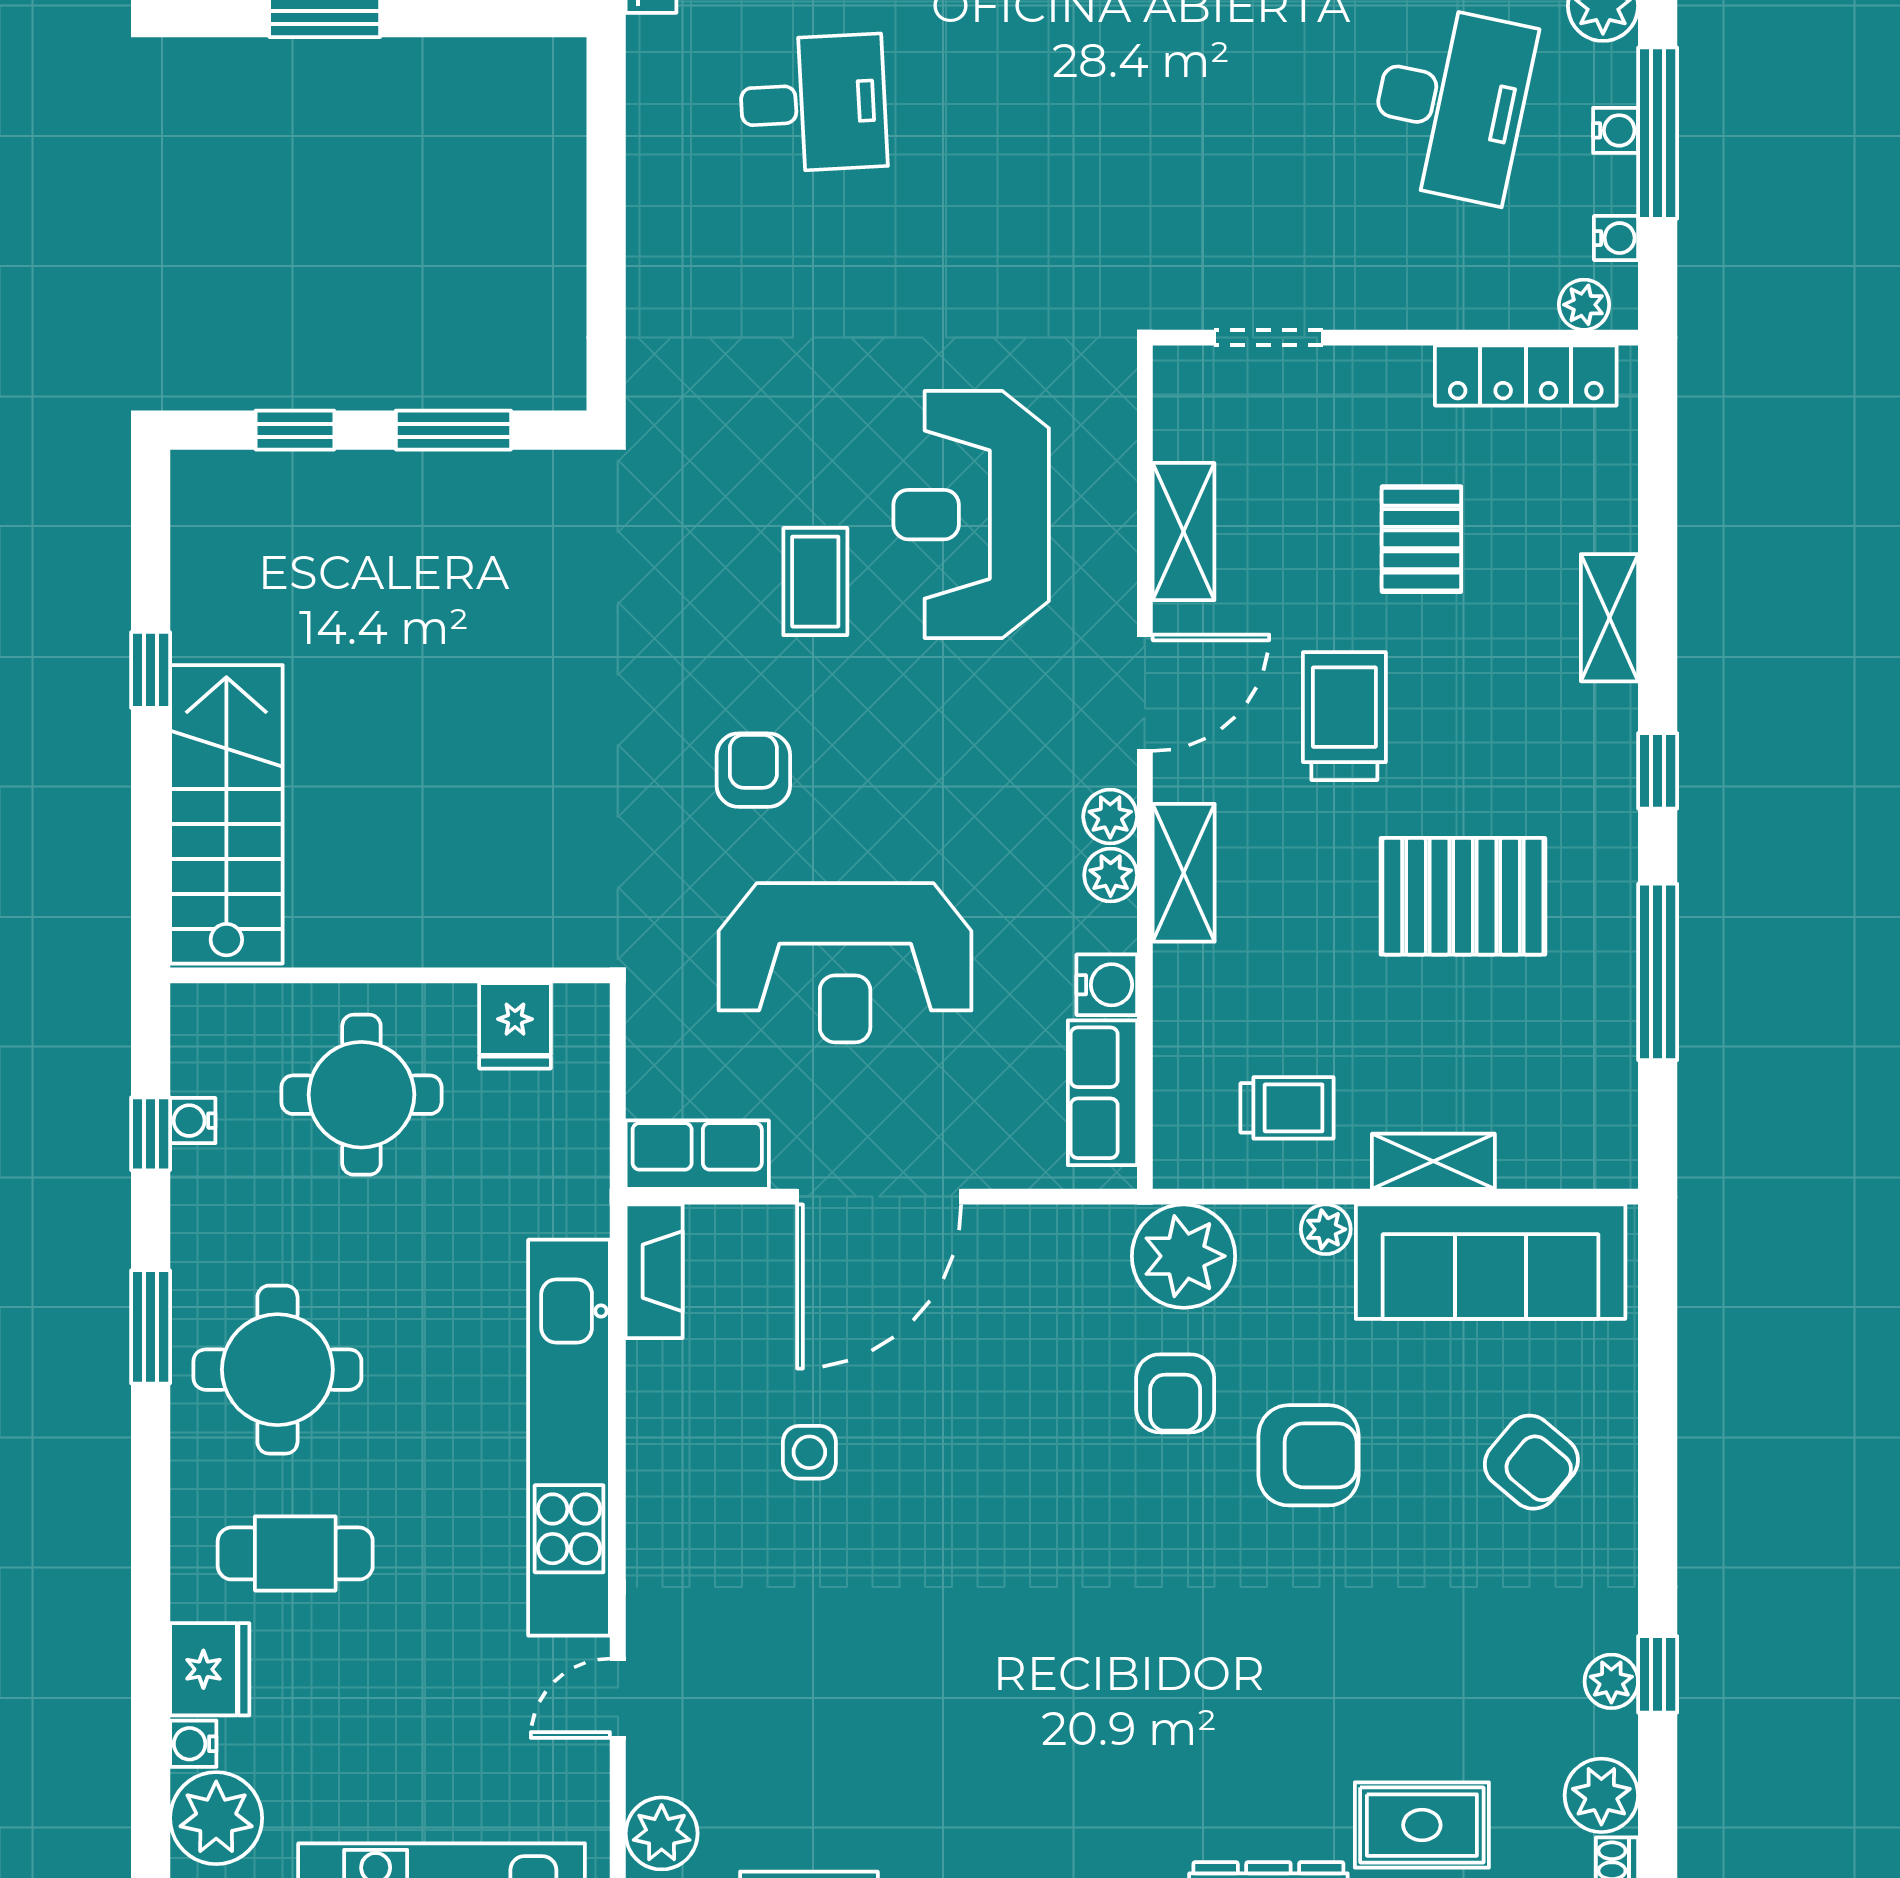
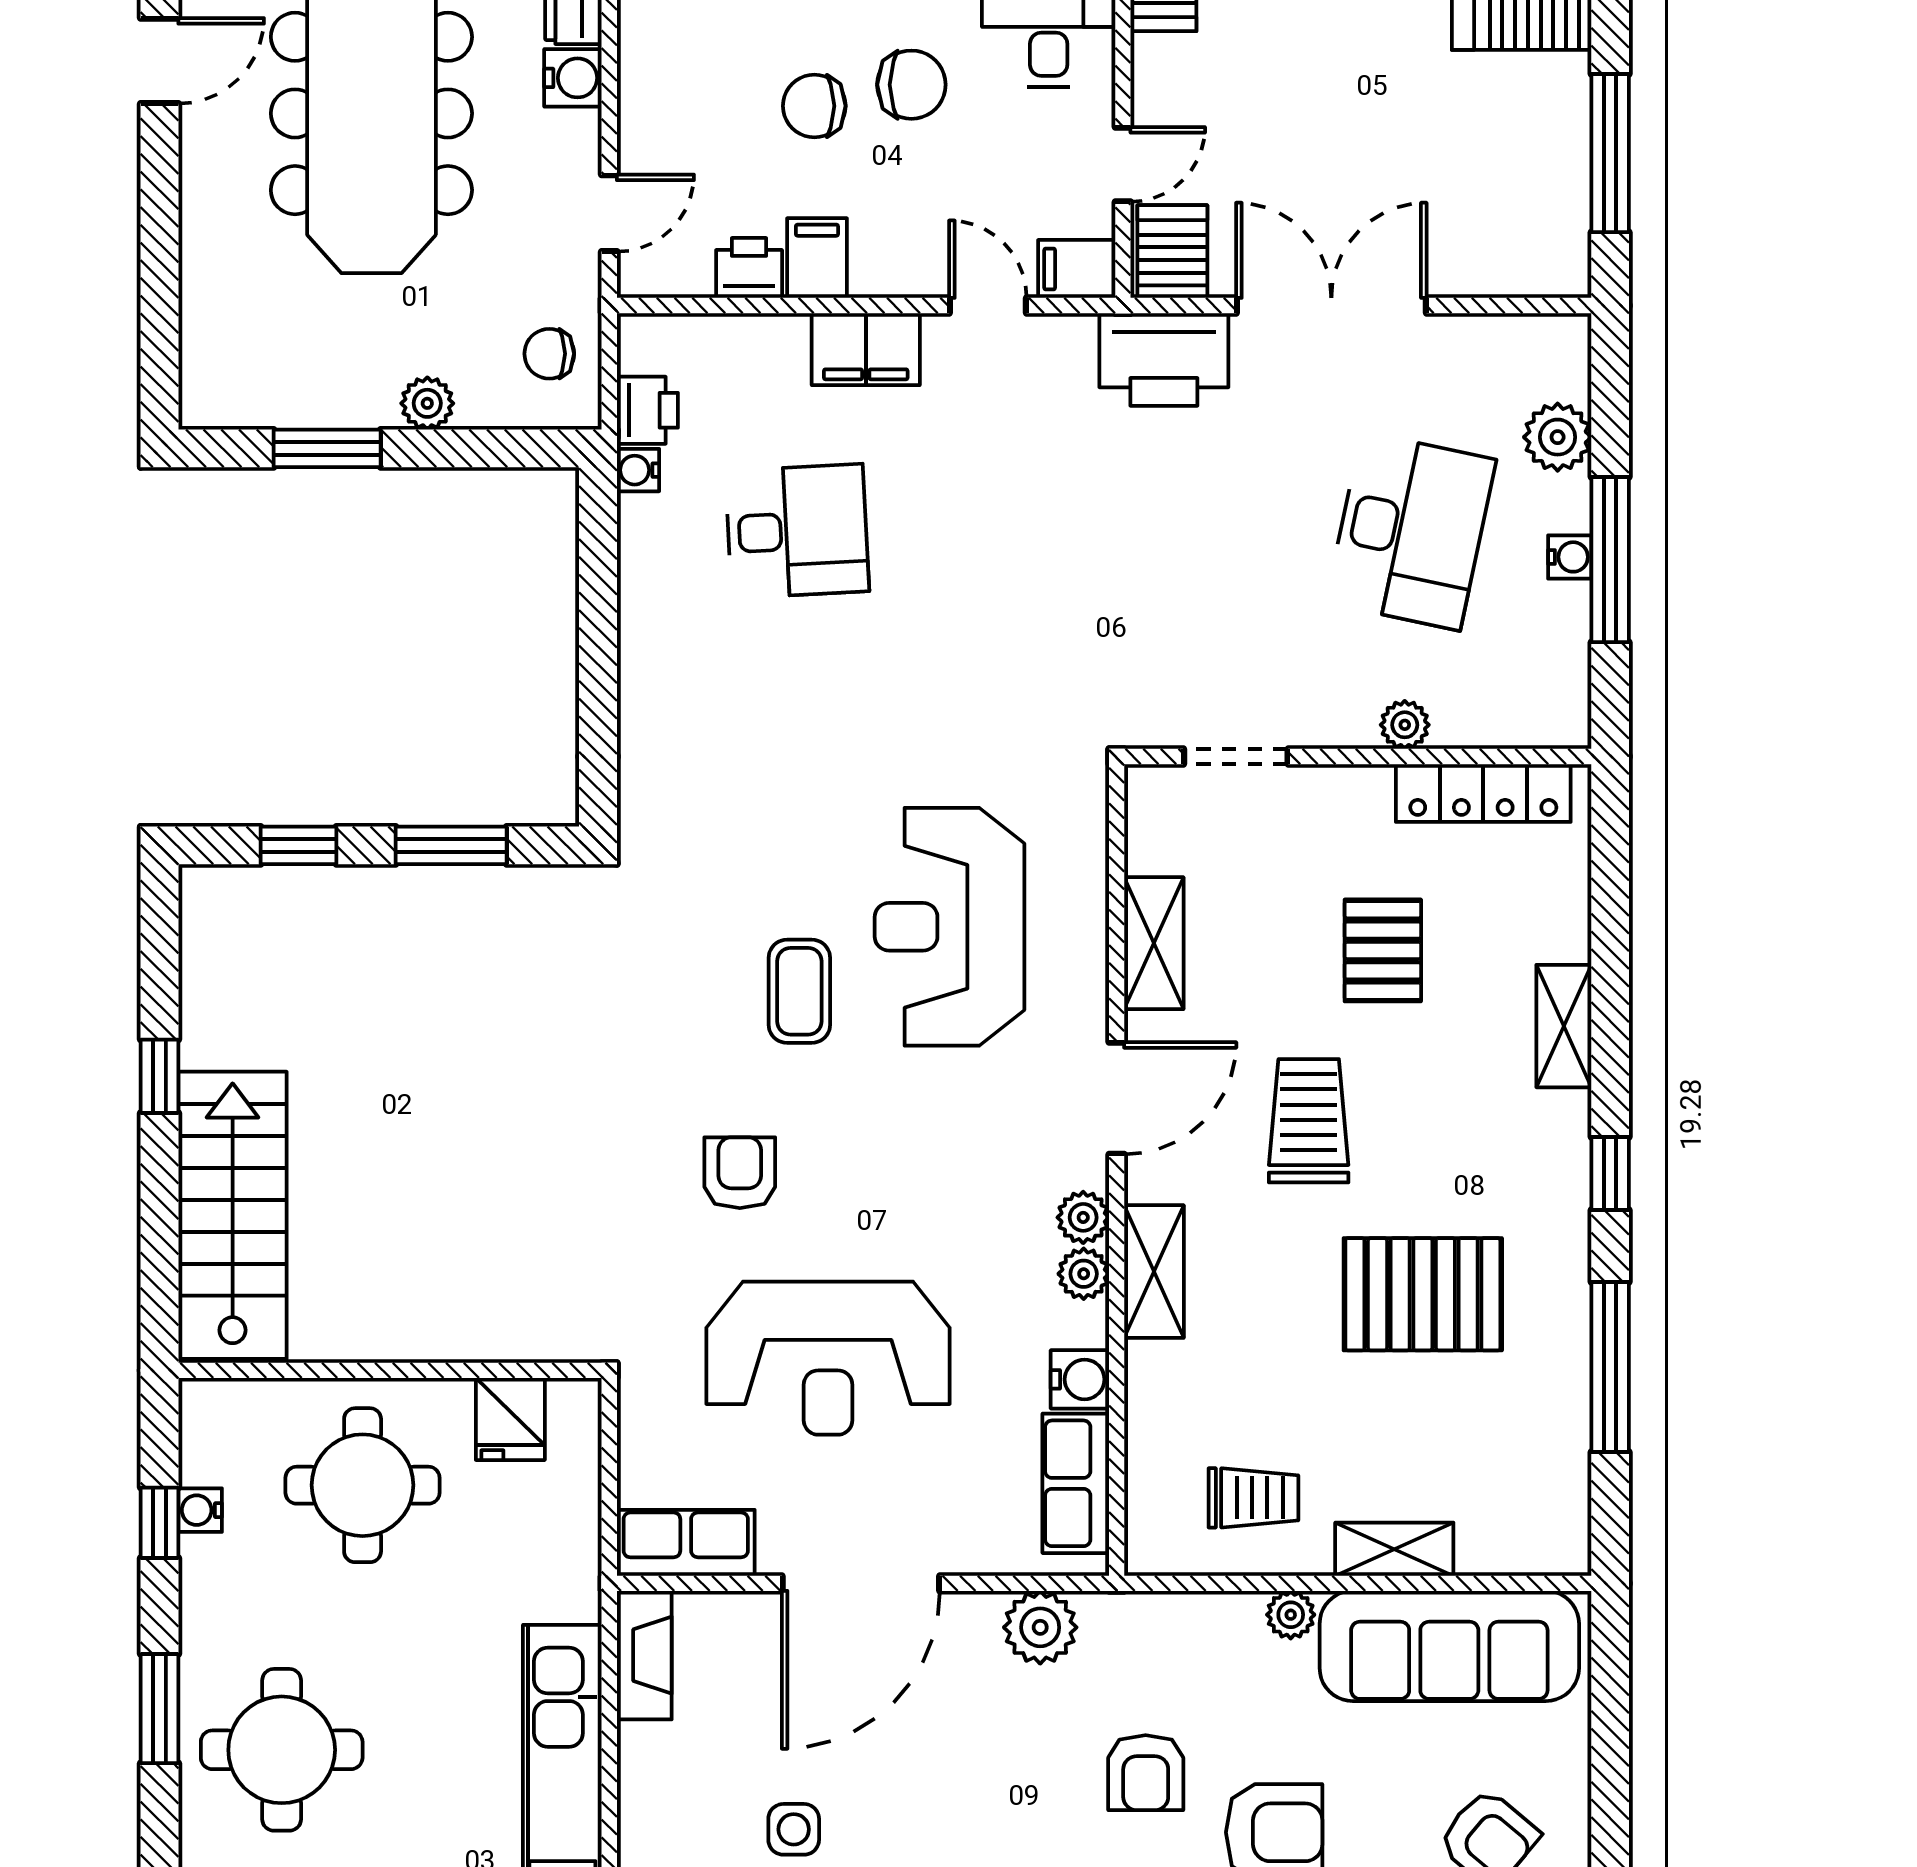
water cooler: (1616, 238) -> (638, 470), moved, turned 180
plant: (1584, 305) -> (1405, 725), moved
plant: (1184, 1256) -> (1040, 1627), moved, width x0.73, depth x0.73

